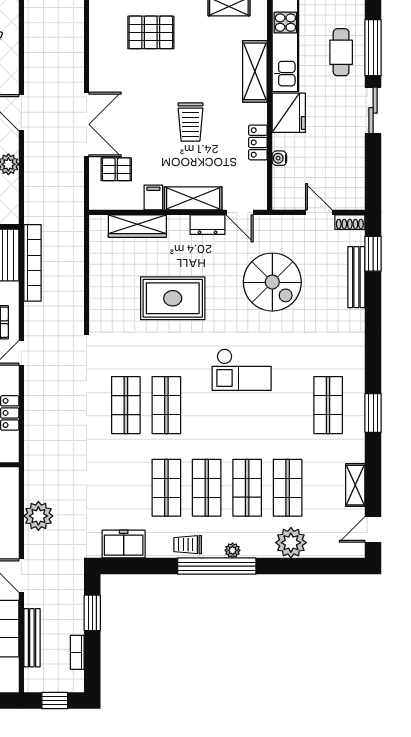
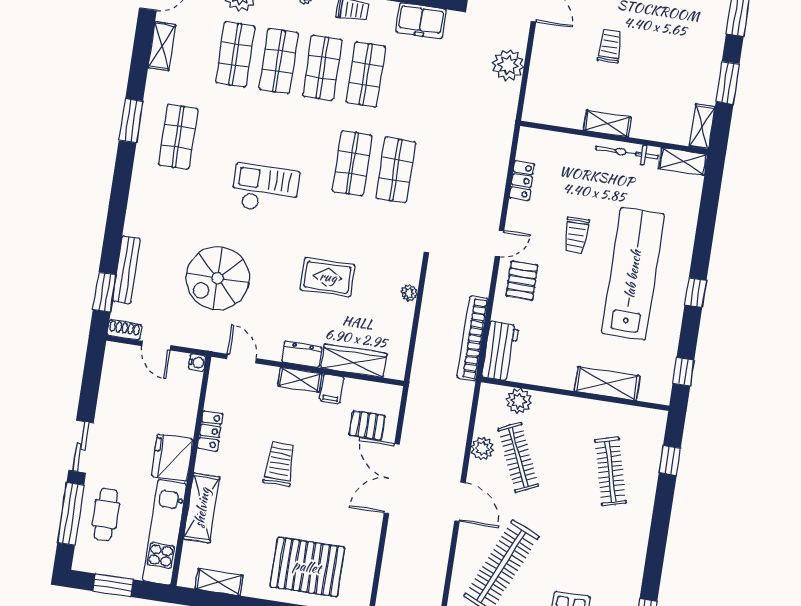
pallet: (151, 32) -> (307, 567), width x1.37, depth x1.41
water cooler: (279, 158) -> (197, 362), moved
shelving: (193, 198) -> (300, 380), width x0.67, depth x0.75
dresser: (208, 225) -> (302, 354), moved
spiral stairs: (272, 282) -> (218, 278), turned -90
plant: (97, 295) -> (409, 293), added
rug: (173, 298) -> (328, 277), width x0.73, depth x0.70

